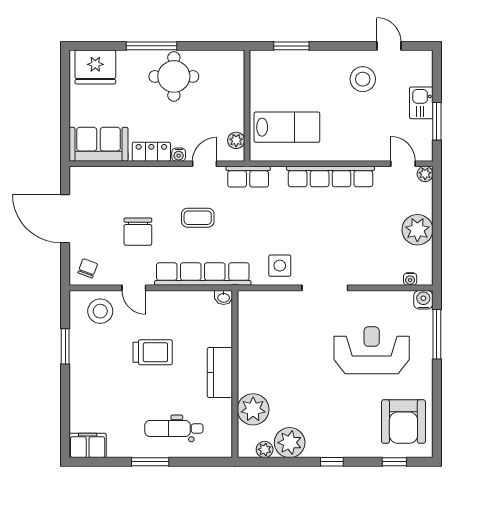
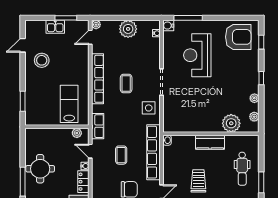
coffee table: (322, 226) -> (126, 84), added
plant: (290, 443) -> (254, 98), width x0.53, depth x0.53

